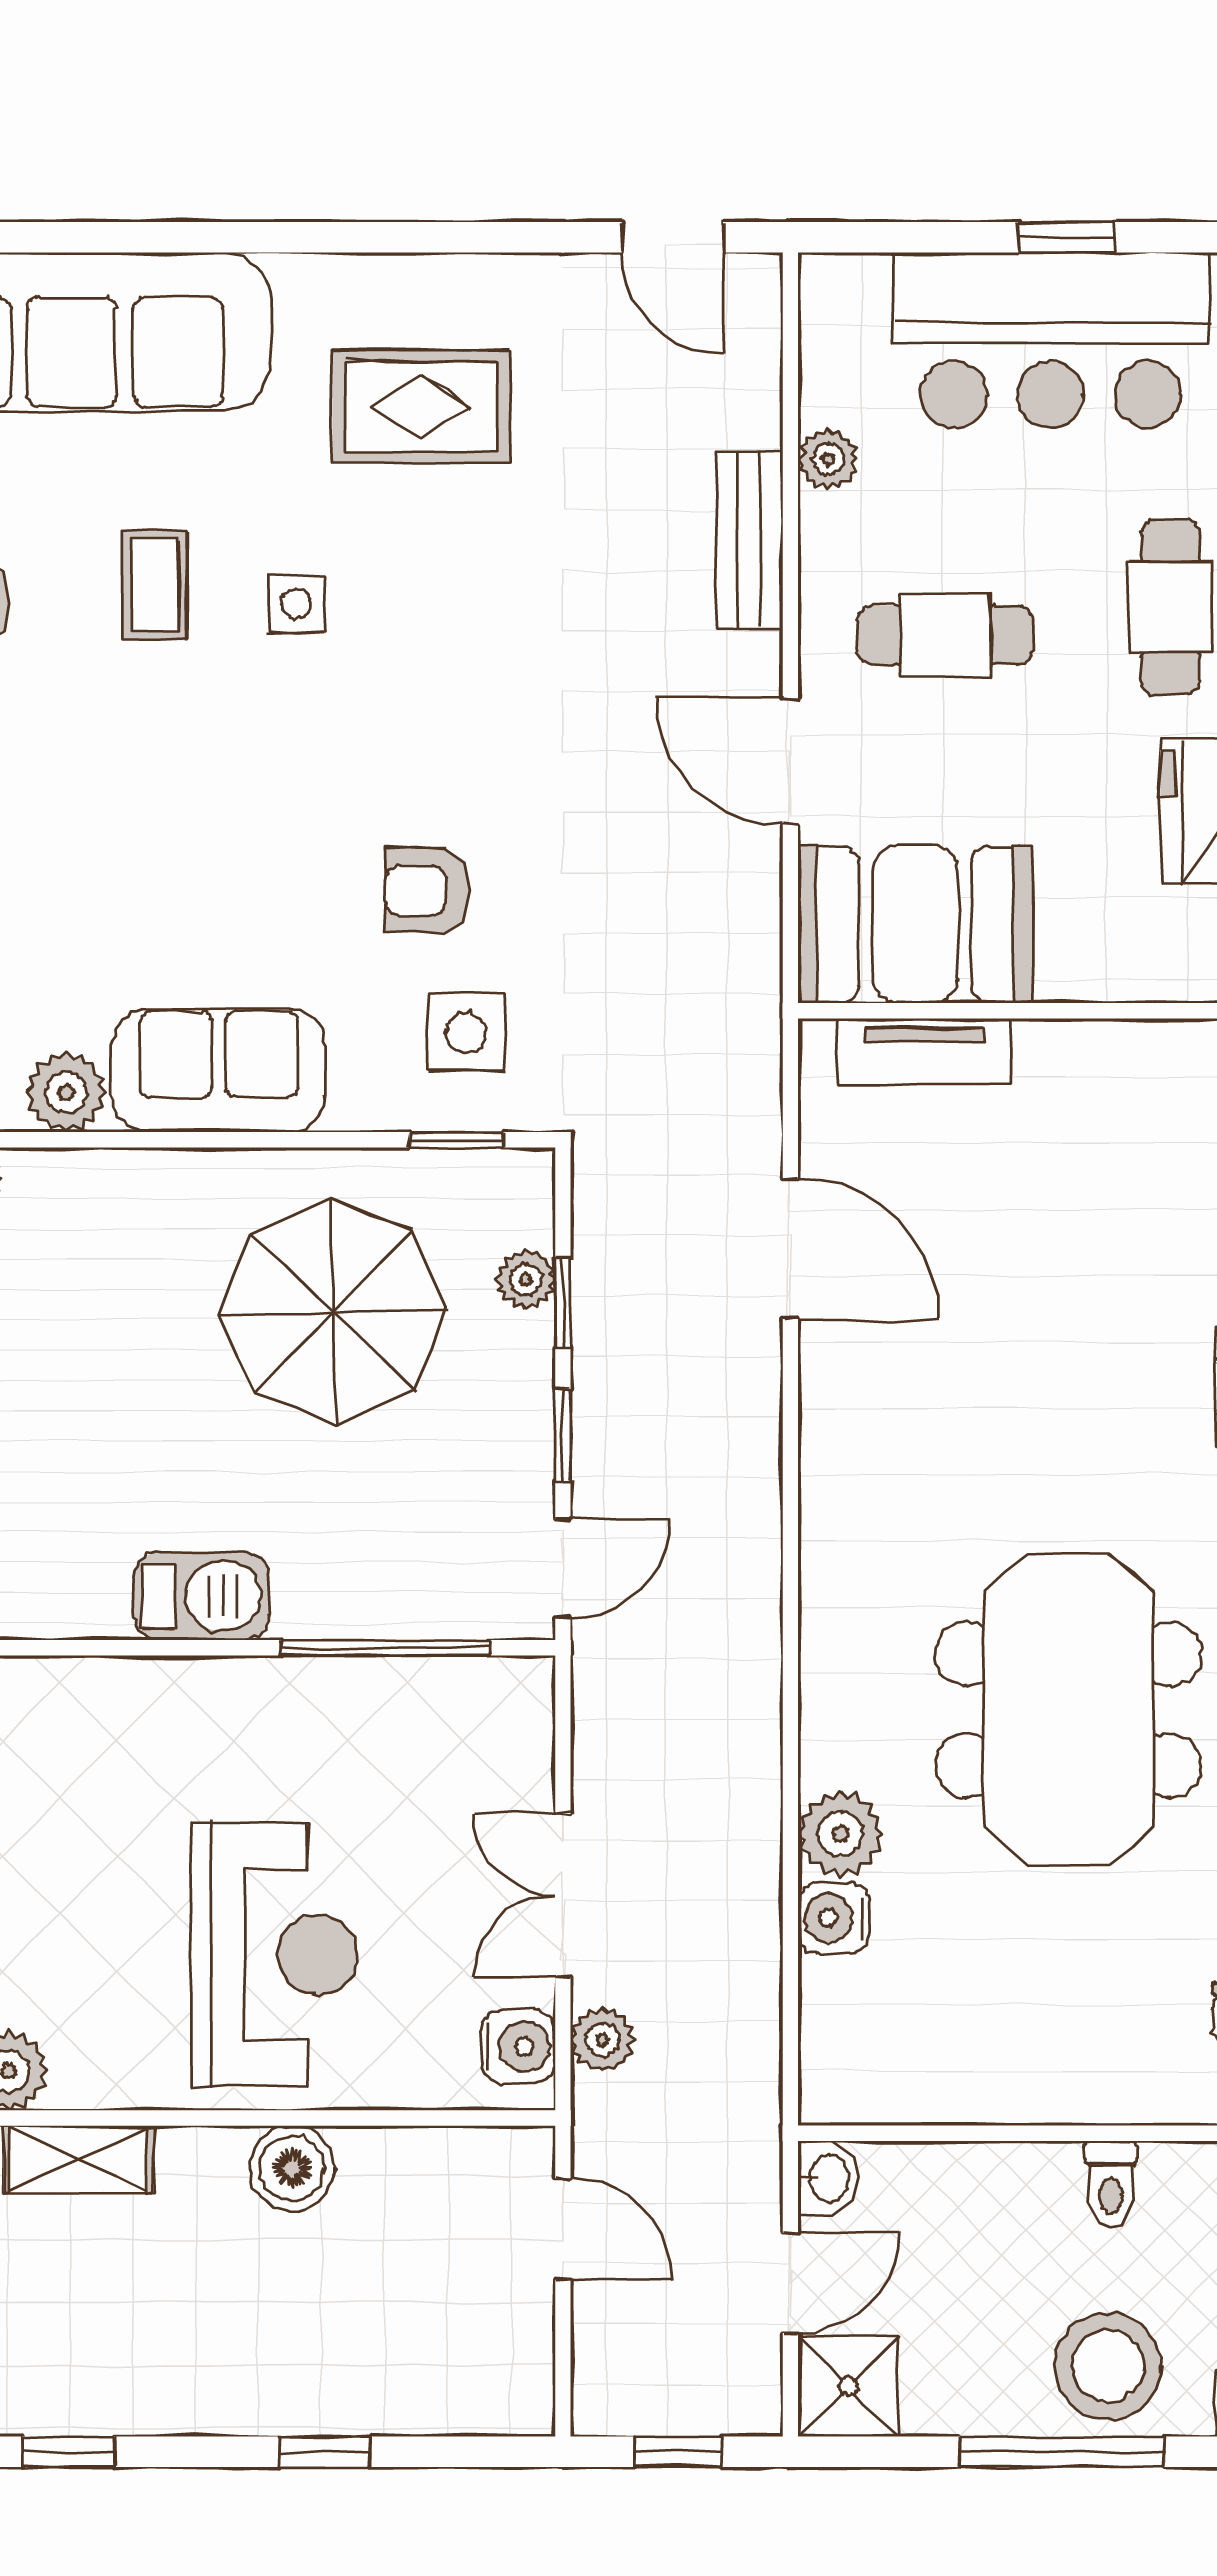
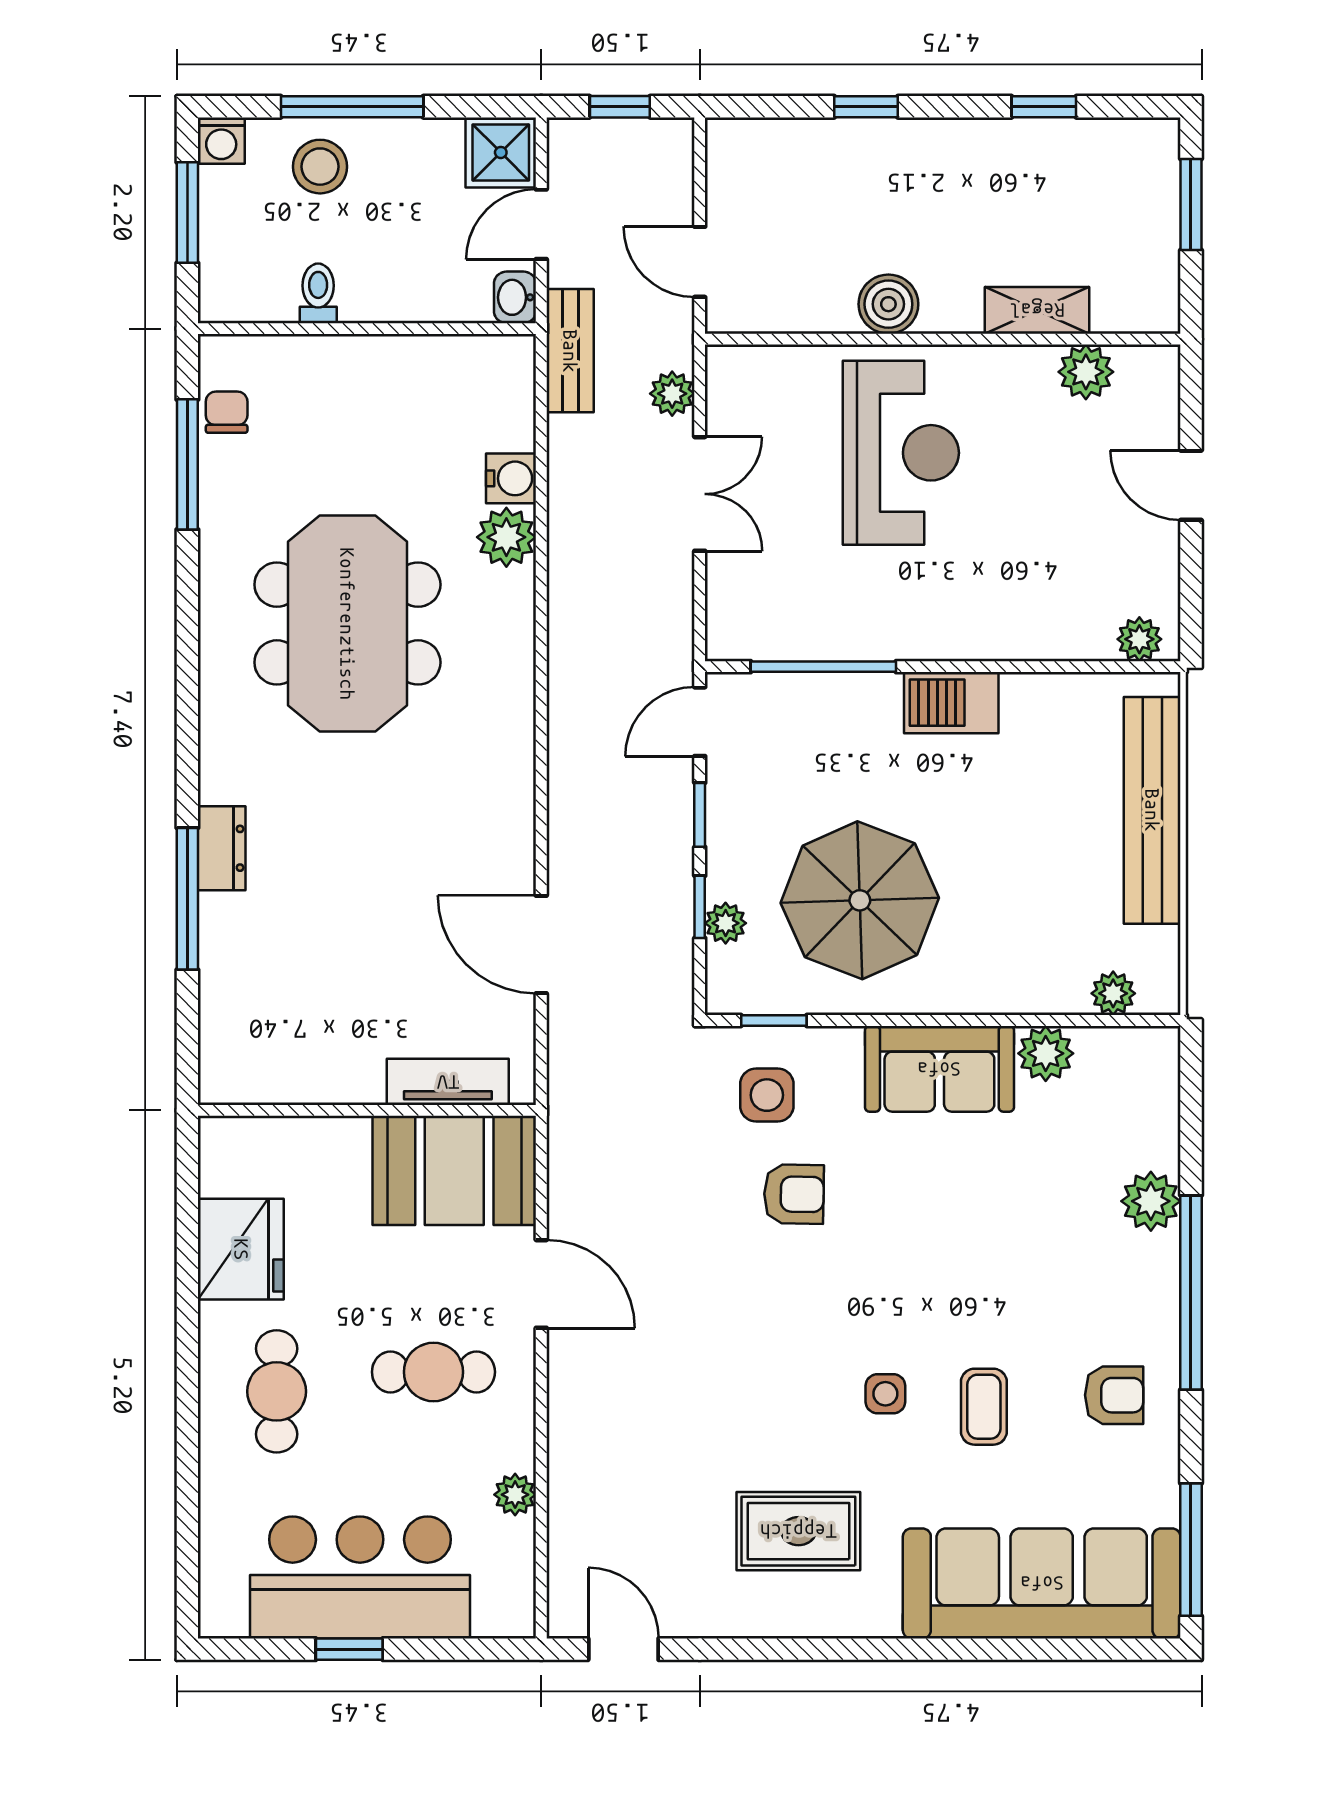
bench: (749, 540) -> (570, 351), moved
reception desk: (274, 1955) -> (901, 453), turned 180
water cooler: (518, 2047) -> (731, 389), removed
stool: (1108, 2366) -> (320, 167), width x0.73, depth x0.73

